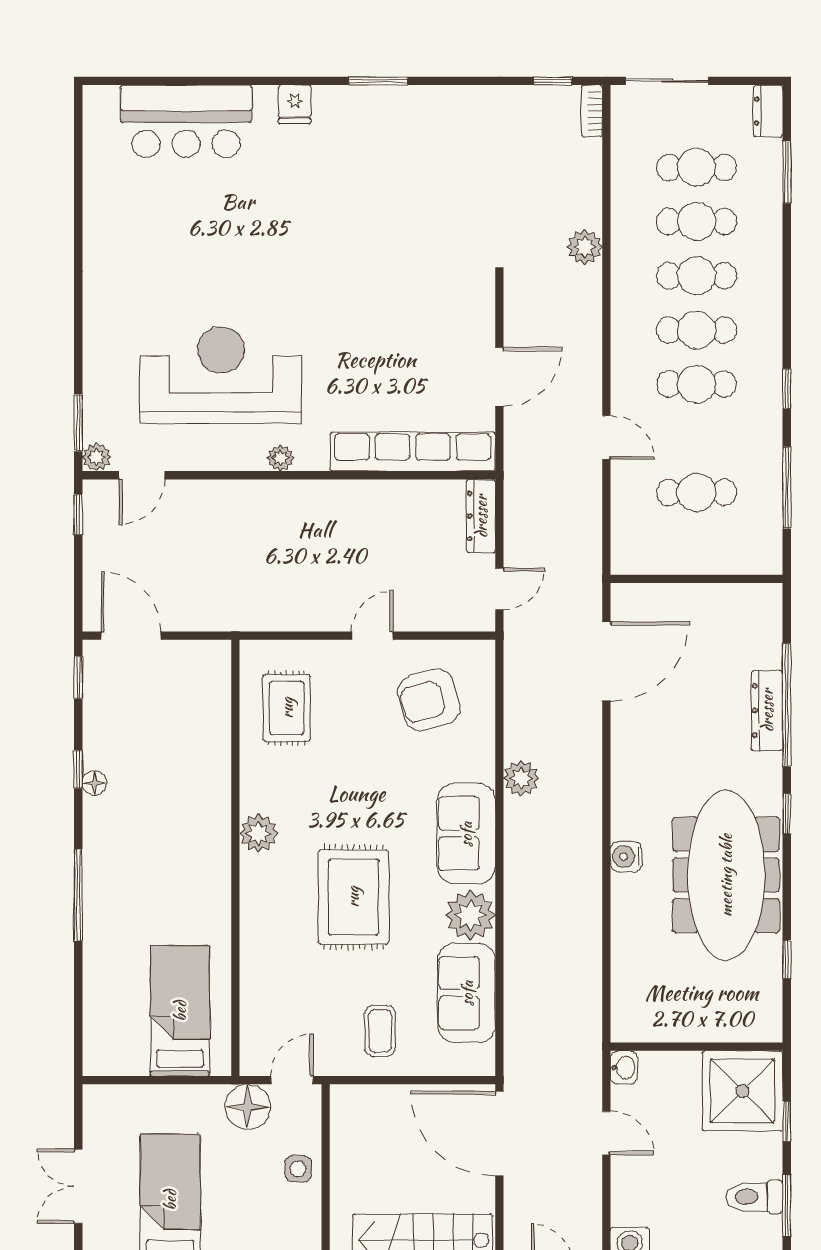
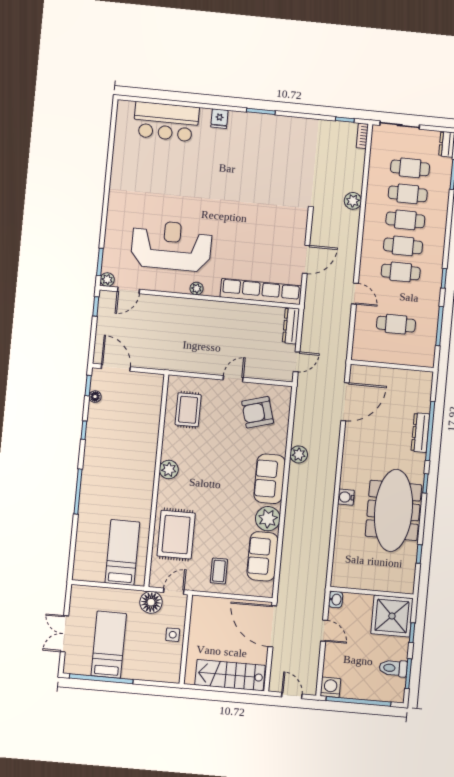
floor lamp: (94, 783) -> (95, 397), moved
rug: (353, 897) -> (176, 535), moved

